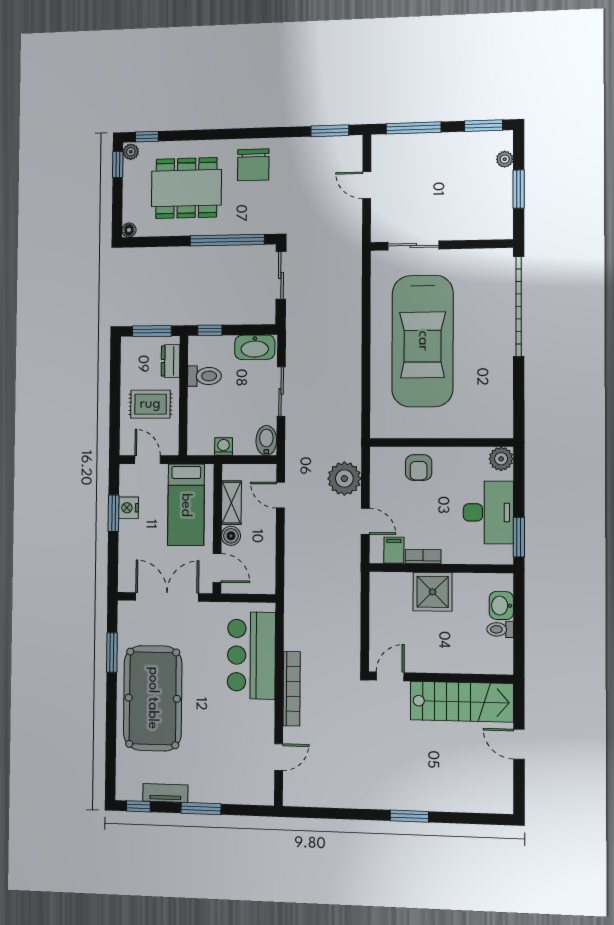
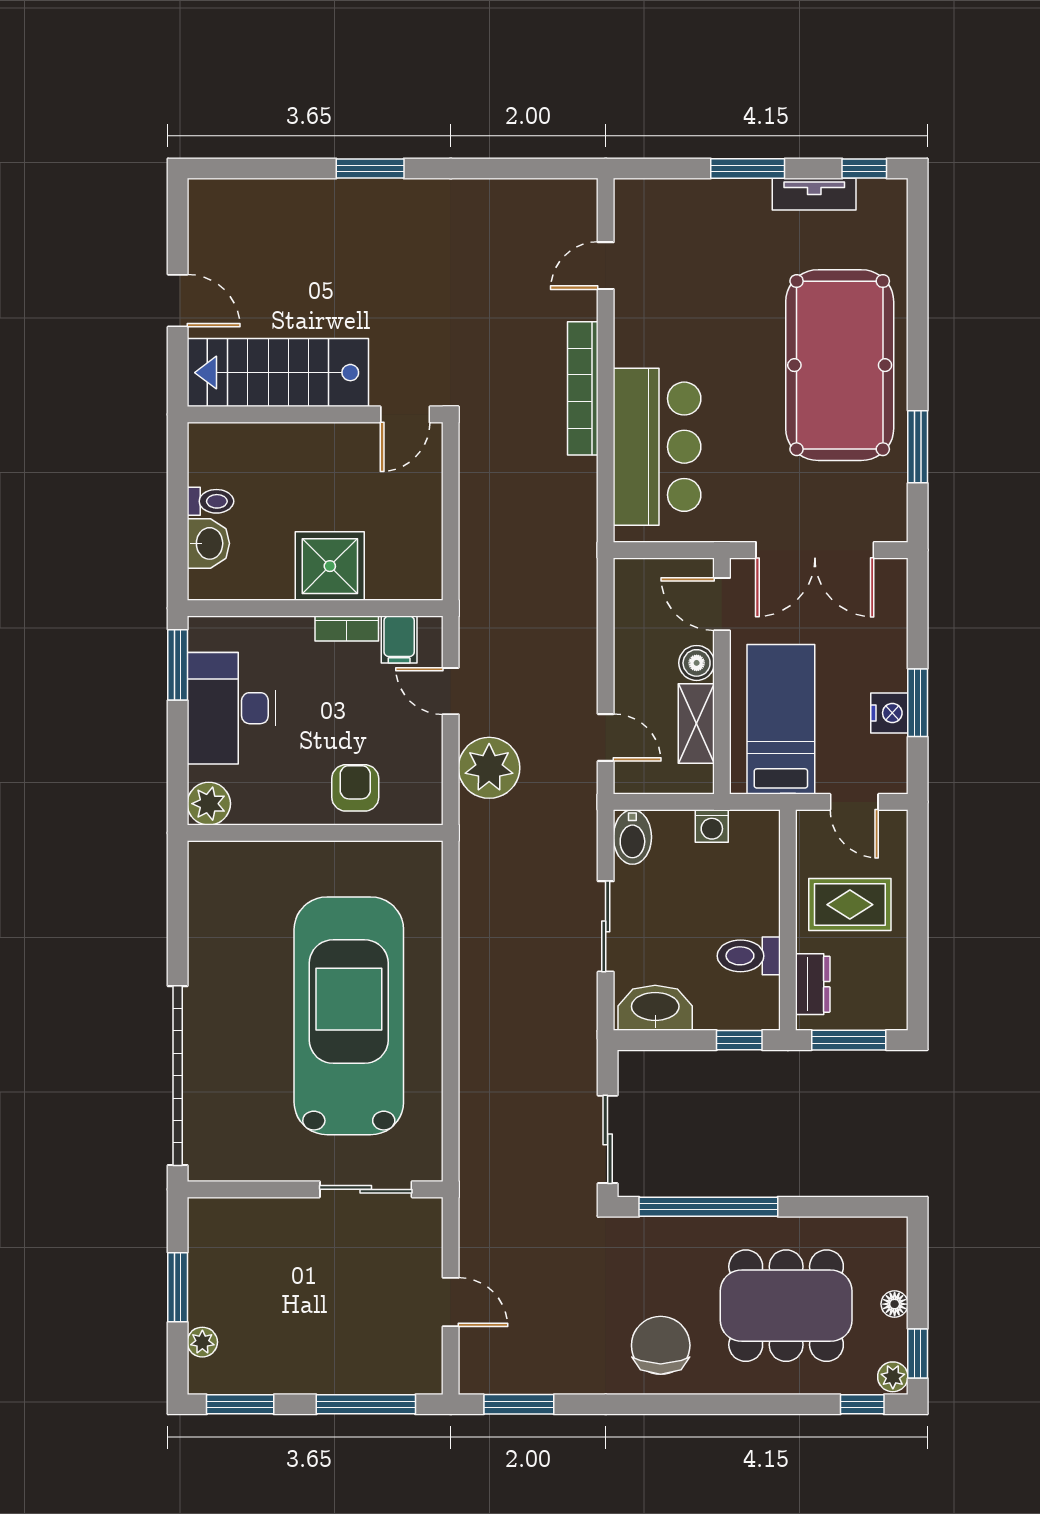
floor lamp: (129, 230) -> (895, 1304), moved

